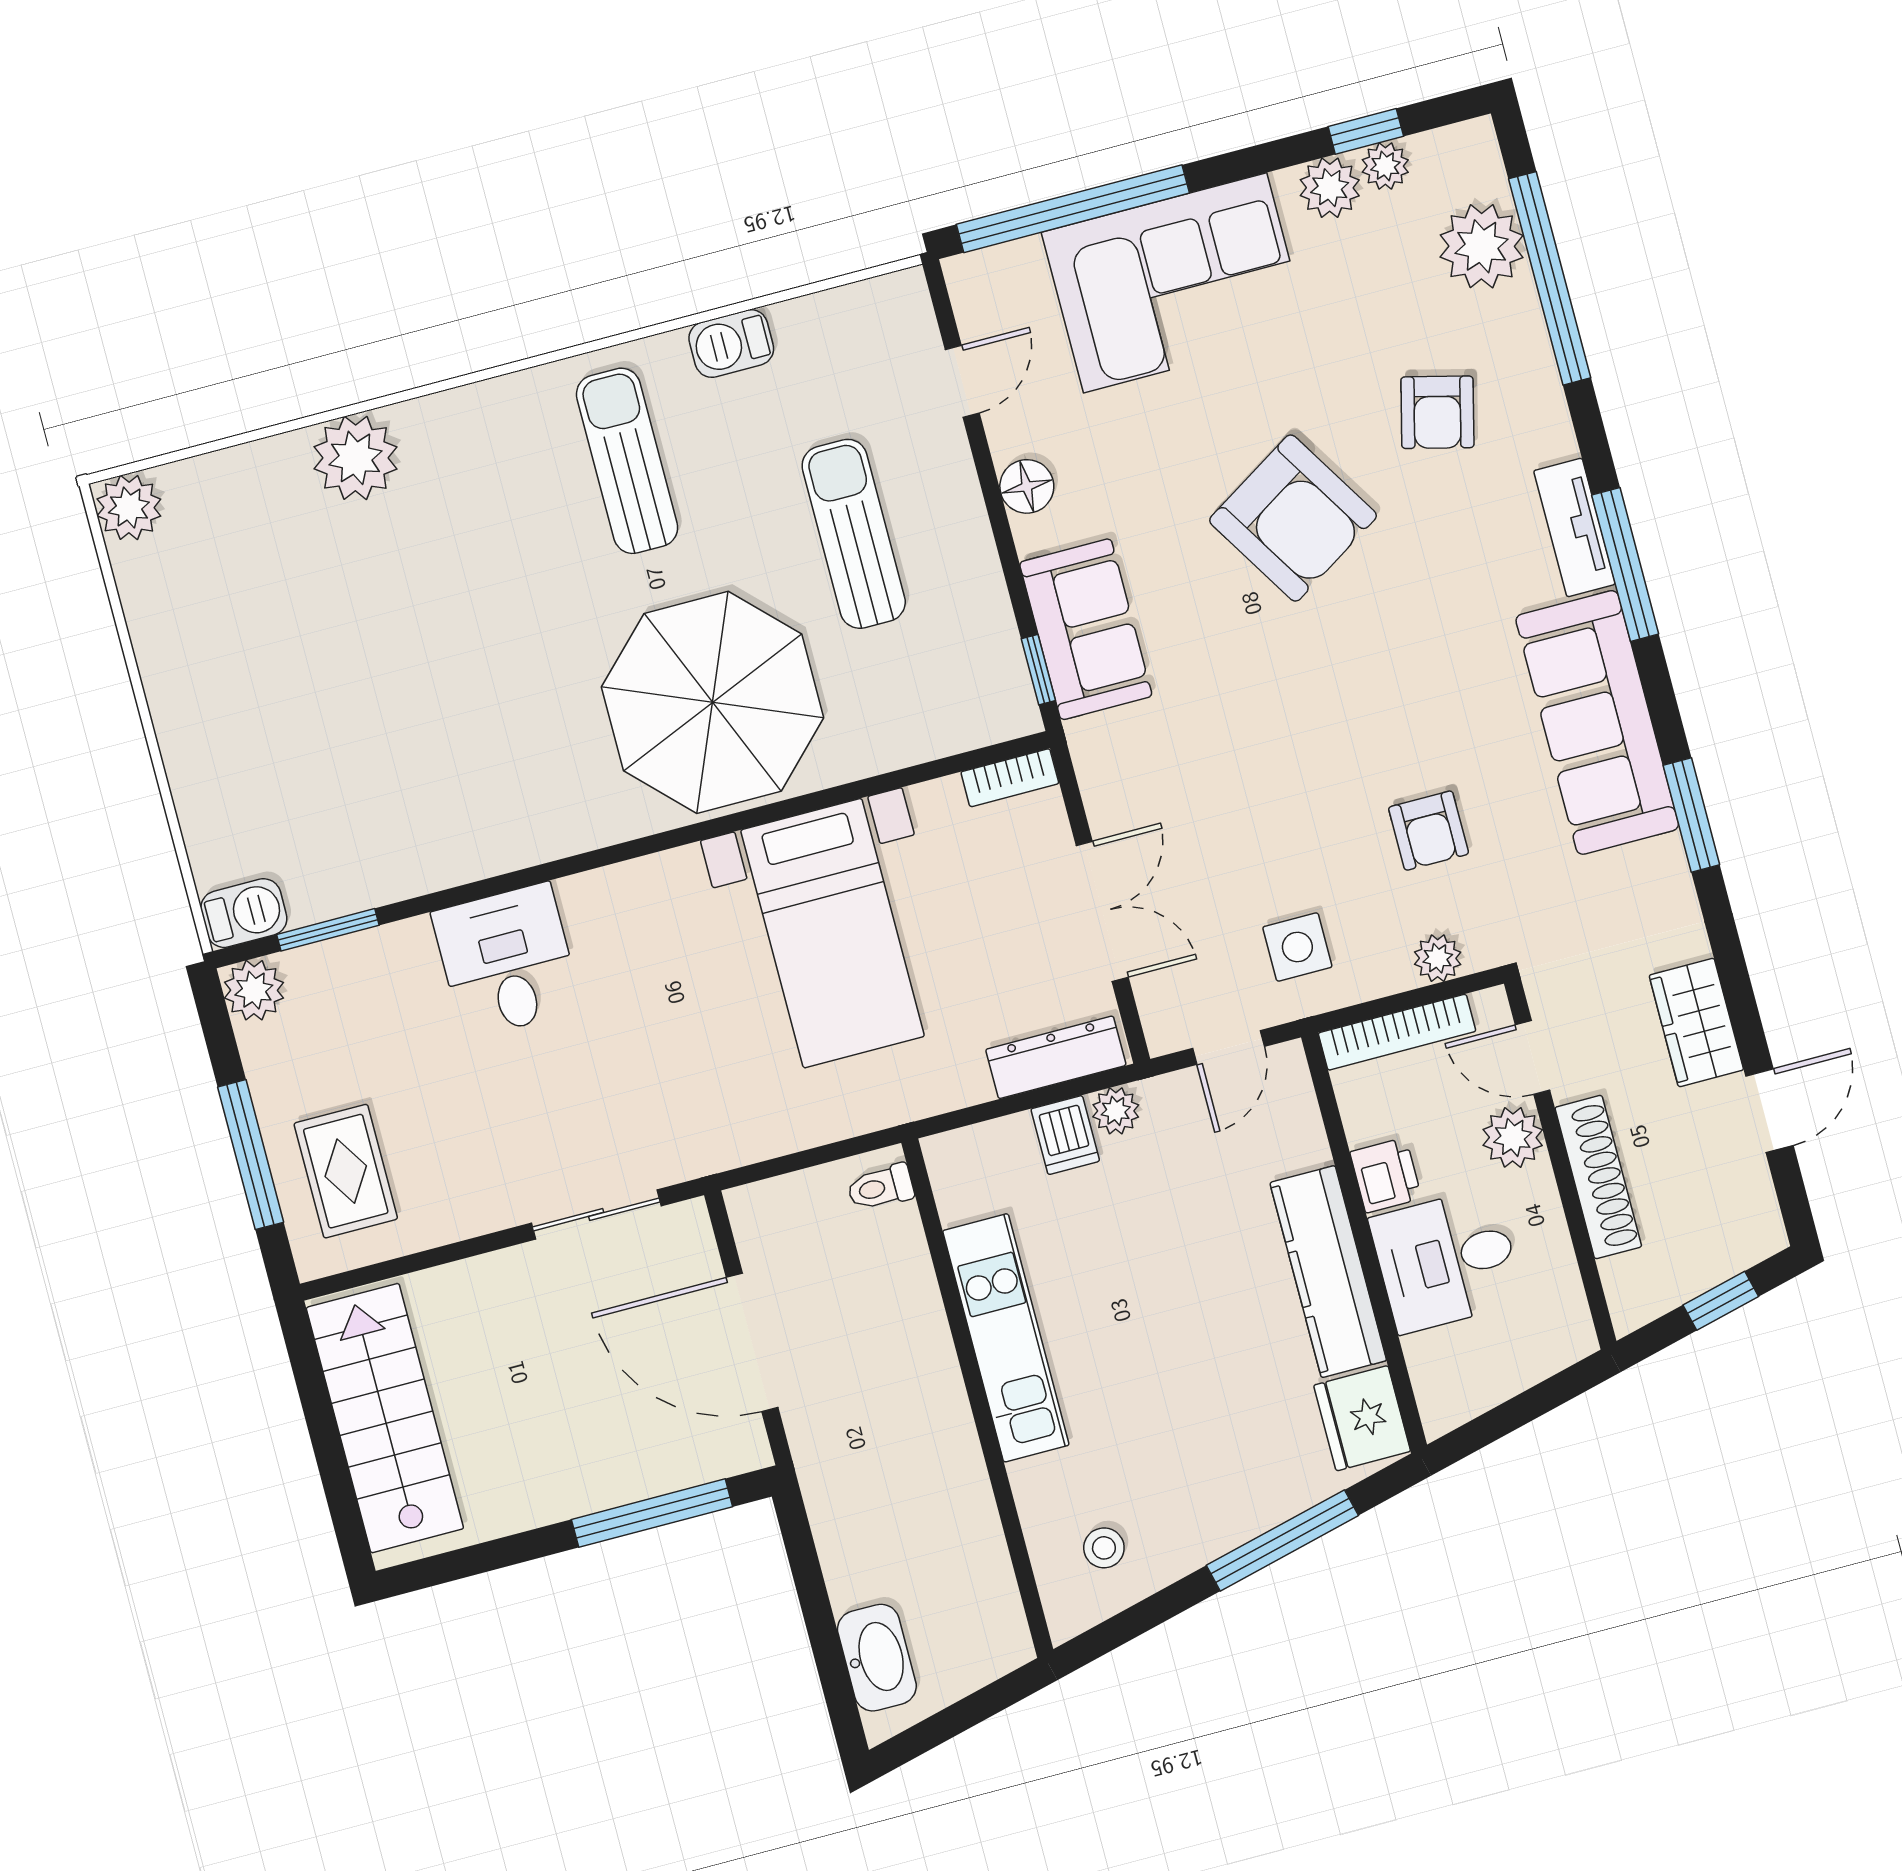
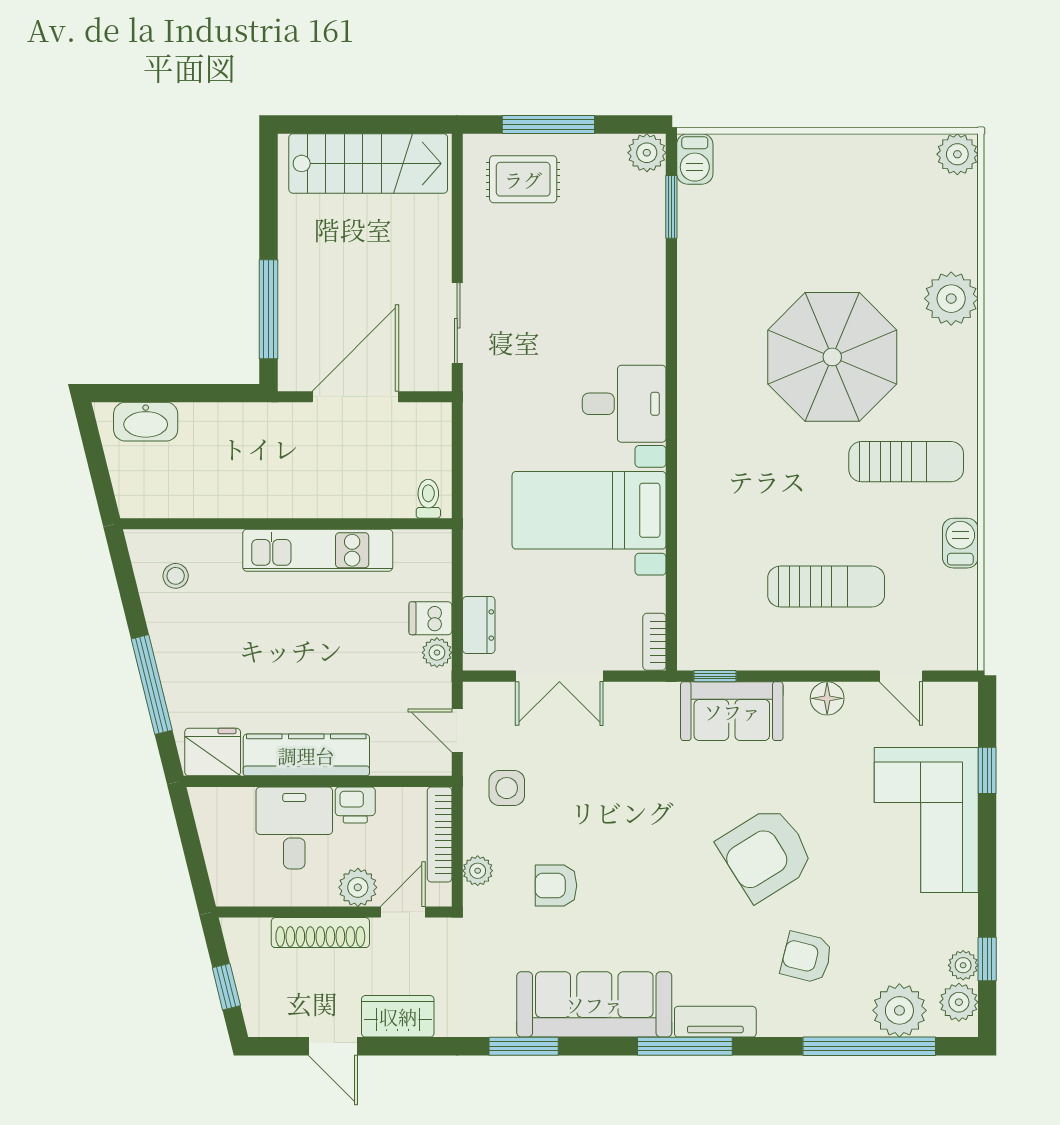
plant: (1330, 188) -> (959, 1002), moved
window: (1073, 209) -> (987, 770), width x0.32
parasol: (713, 702) -> (832, 357), moved
desk: (507, 961) -> (624, 404), moved
dresser: (1056, 1057) -> (479, 625), width x0.70

